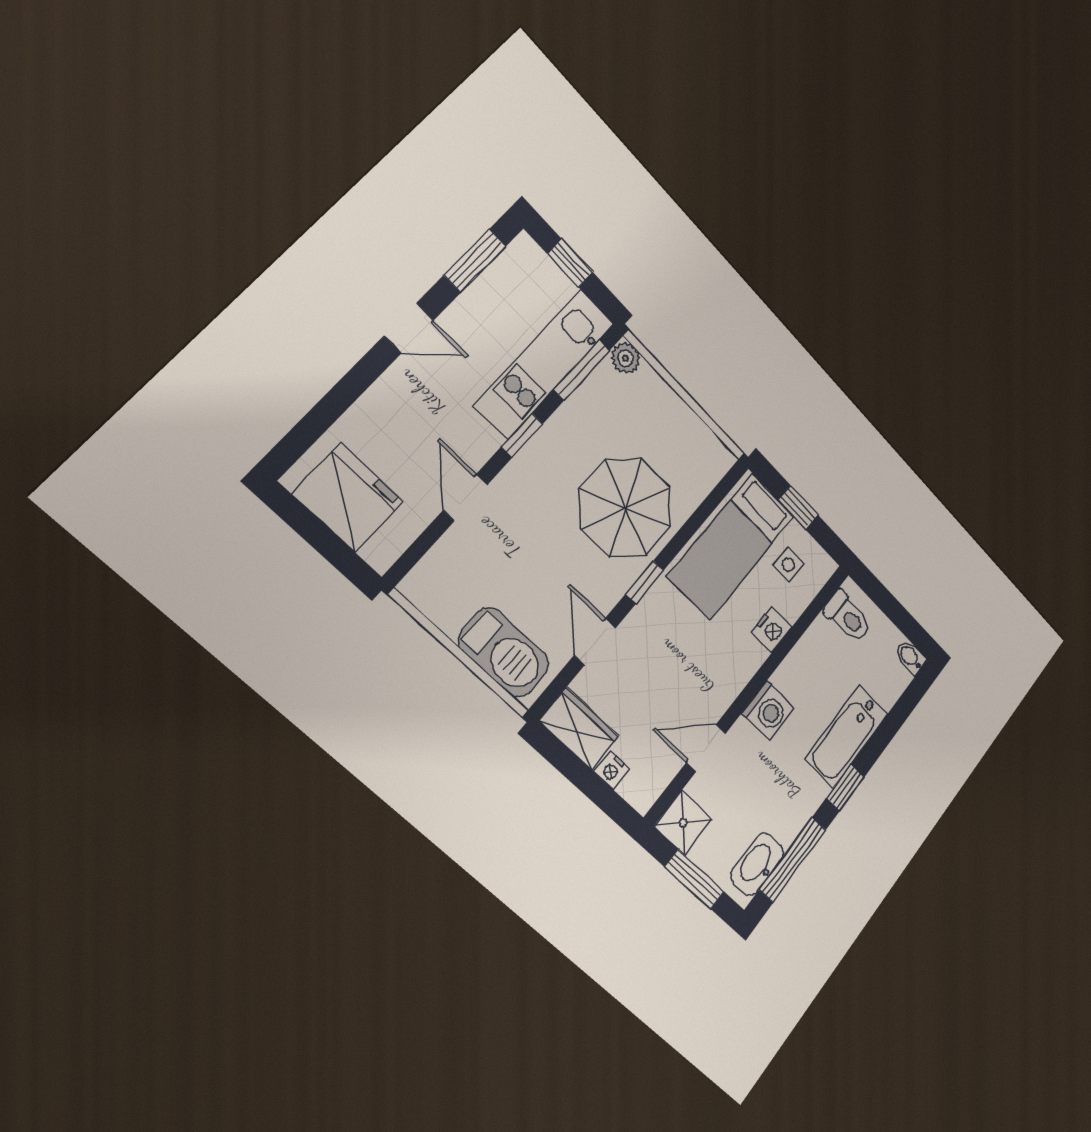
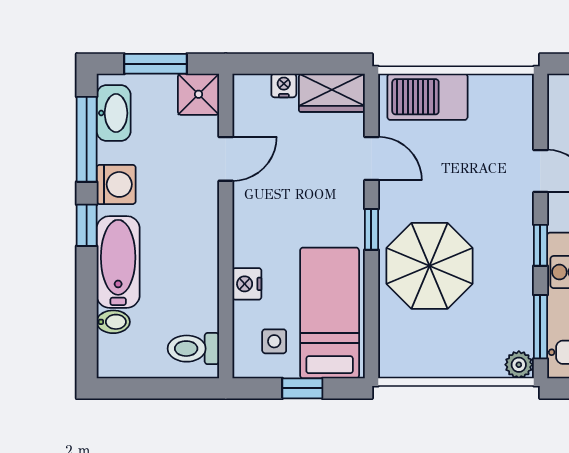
bidet: (910, 657) -> (113, 322), moved
washing machine: (768, 711) -> (116, 184), moved, turned 180

